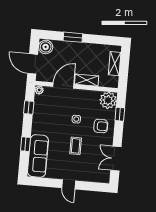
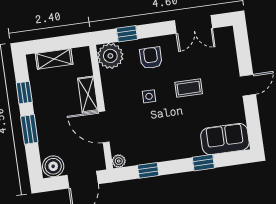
window: (97, 39) -> (24, 93), added
sofa: (38, 156) -> (225, 139), width x0.73

